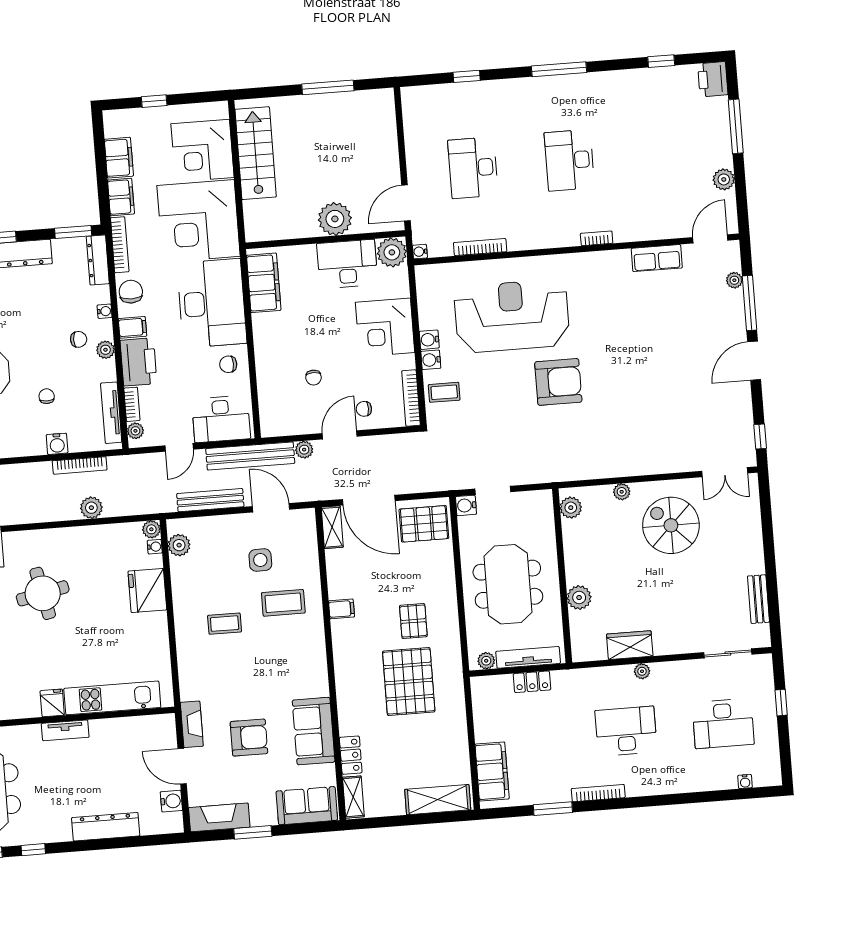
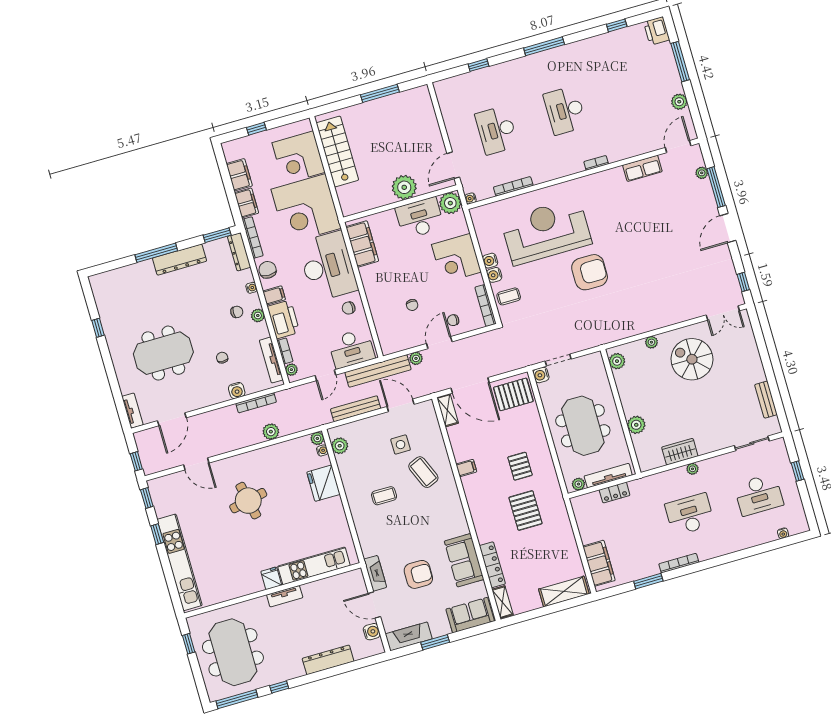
coffee table: (283, 603) -> (423, 472), turned 67
pallet: (409, 682) -> (525, 511), width x0.73, depth x0.71
locker: (351, 755) -> (492, 565), width x1.53

